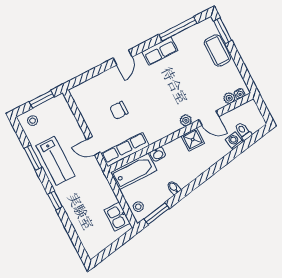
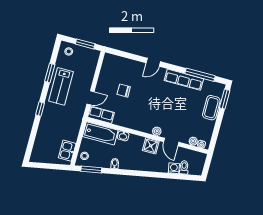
row of seats: (160, 51) -> (184, 80), width x1.48
door: (94, 146) -> (91, 98), swing flipped
row of seats: (125, 150) -> (101, 115), width x0.68

